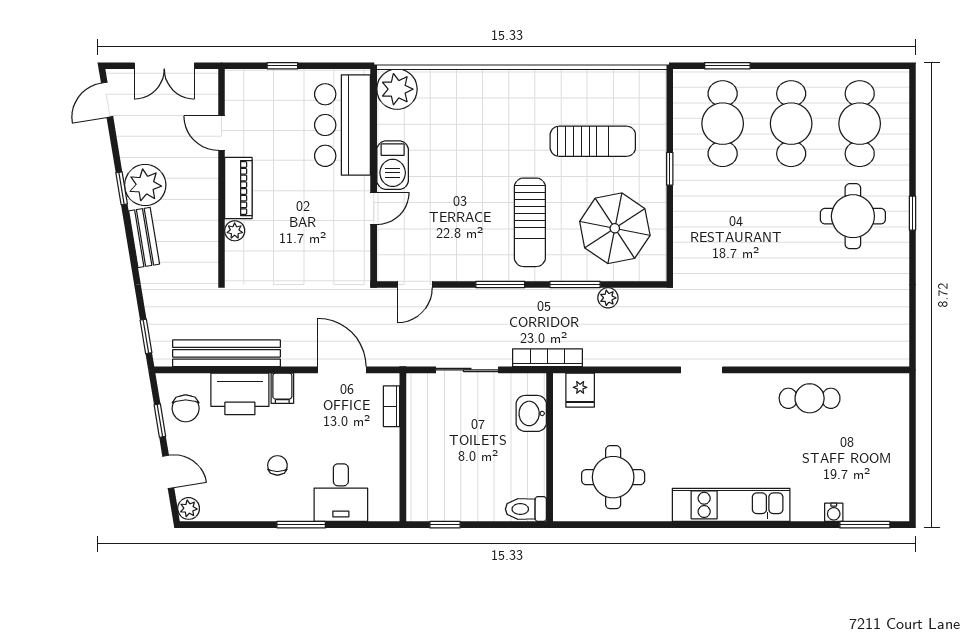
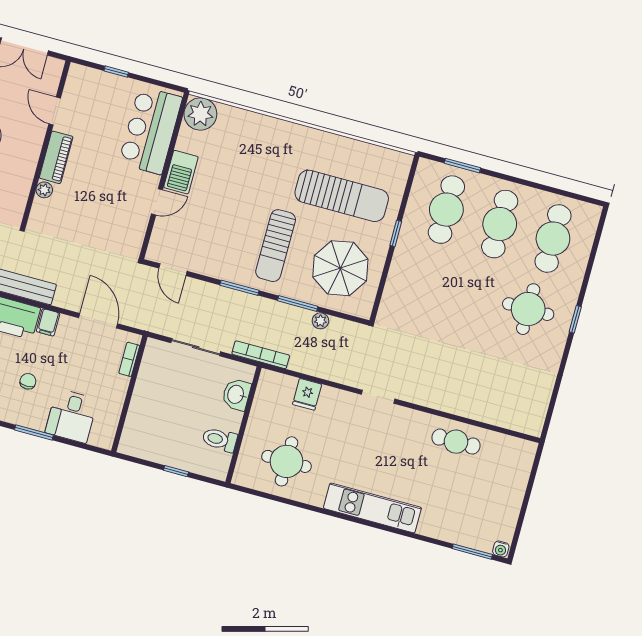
sun lounger: (593, 141) -> (342, 196), width x1.36, depth x1.34
door: (415, 285) -> (173, 270), hinge flipped
fridge: (580, 390) -> (307, 394), moved
toilet: (526, 509) -> (220, 440), moved
water cooler: (834, 512) -> (501, 549), moved
window: (445, 525) -> (176, 471), moved

